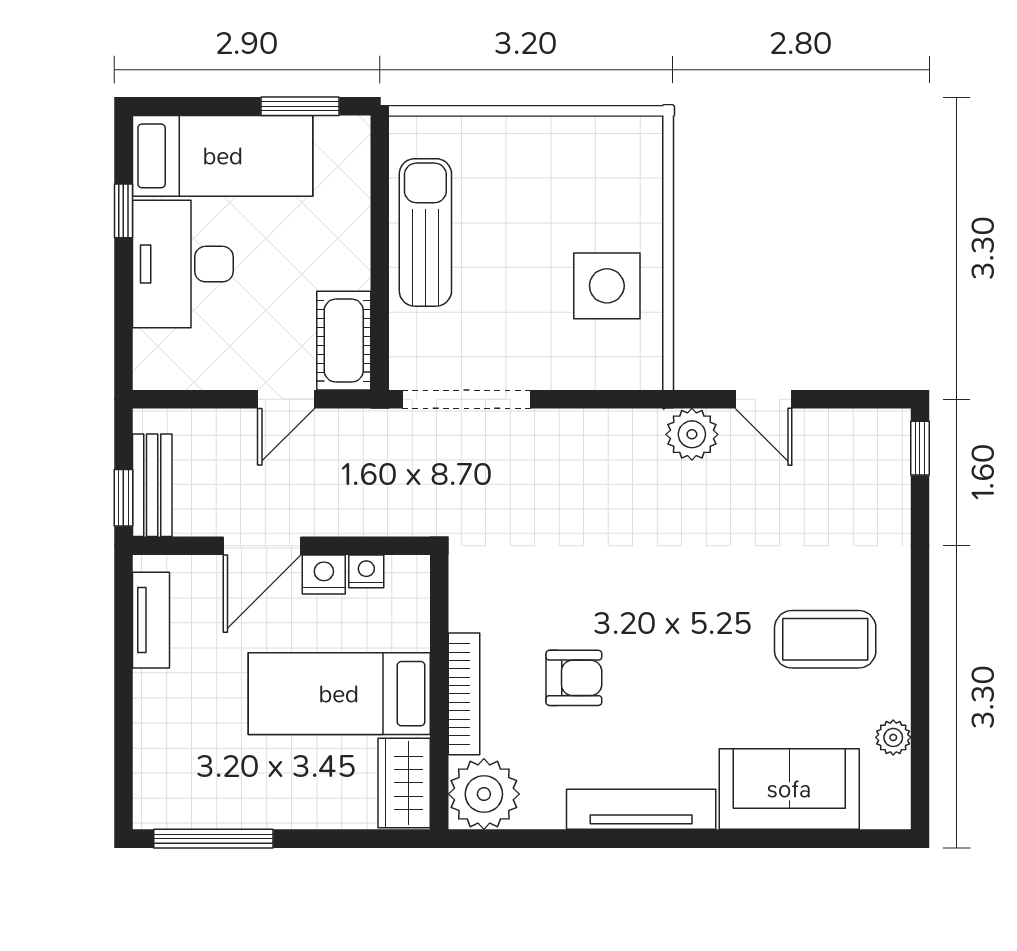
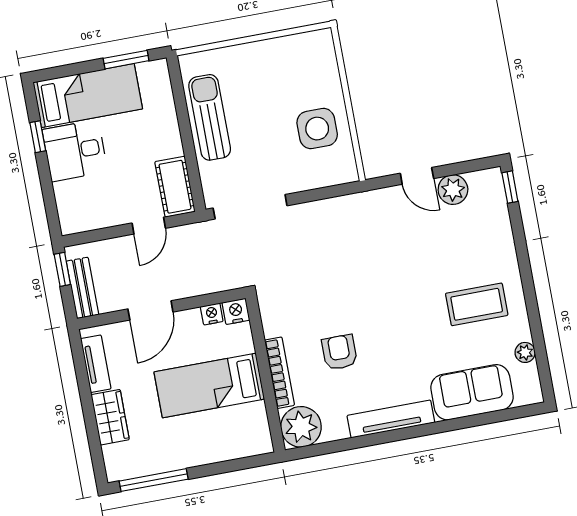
desk: (183, 264) -> (75, 151), width x0.73
plant: (692, 434) -> (453, 190), moved
window: (123, 498) -> (62, 269), moved
nightstand: (324, 574) -> (236, 311), moved
armchair: (574, 678) -> (339, 352), turned -90
wardrobe: (404, 783) -> (110, 417), moved, turned 180

